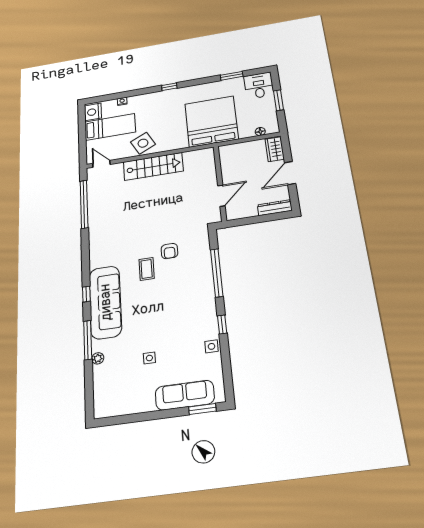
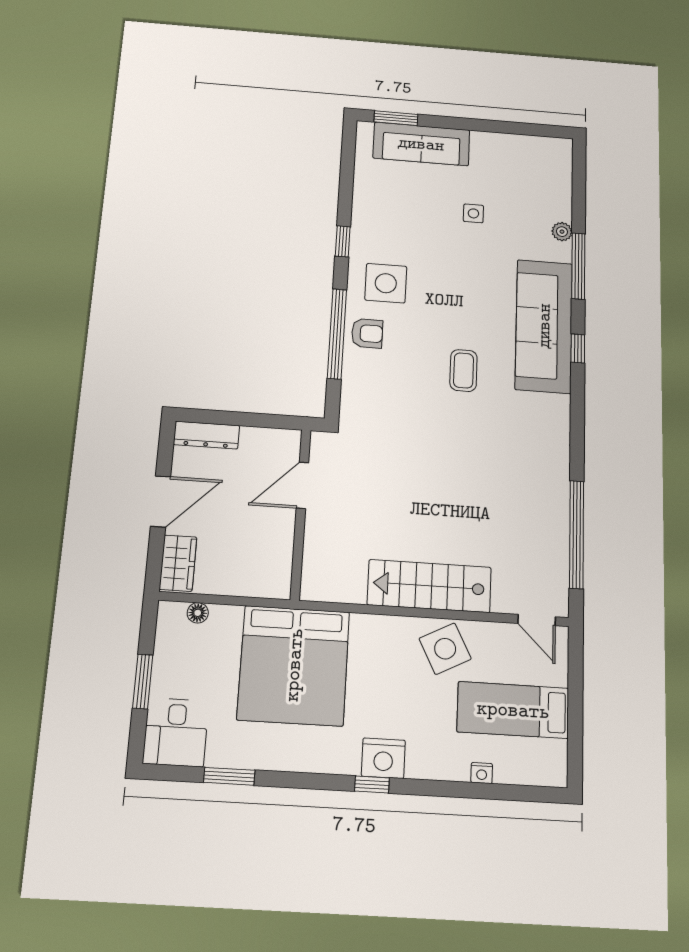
nightstand: (93, 112) -> (383, 758), moved, turned 90
armchair: (169, 251) -> (367, 333), moved, turned 90
side table: (211, 346) -> (386, 283), moved, width x1.87, depth x1.87

